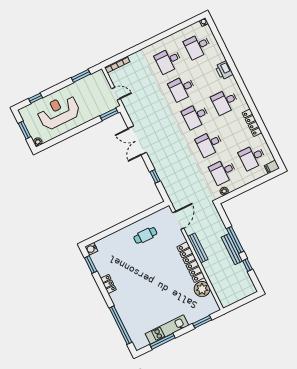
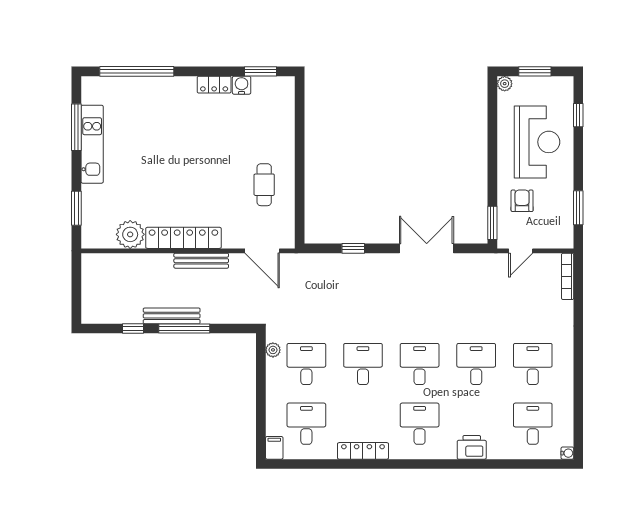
armchair: (91, 105) -> (522, 201), added
water cooler: (91, 249) -> (242, 85), moved

